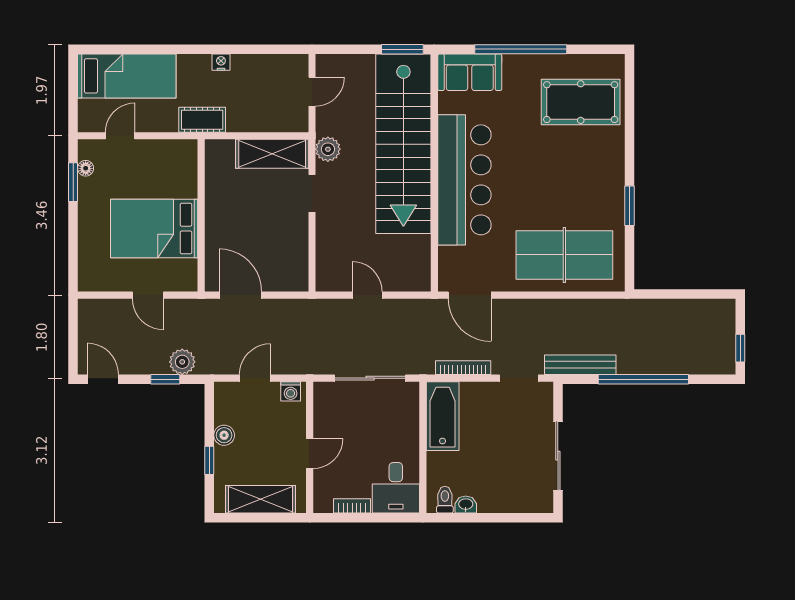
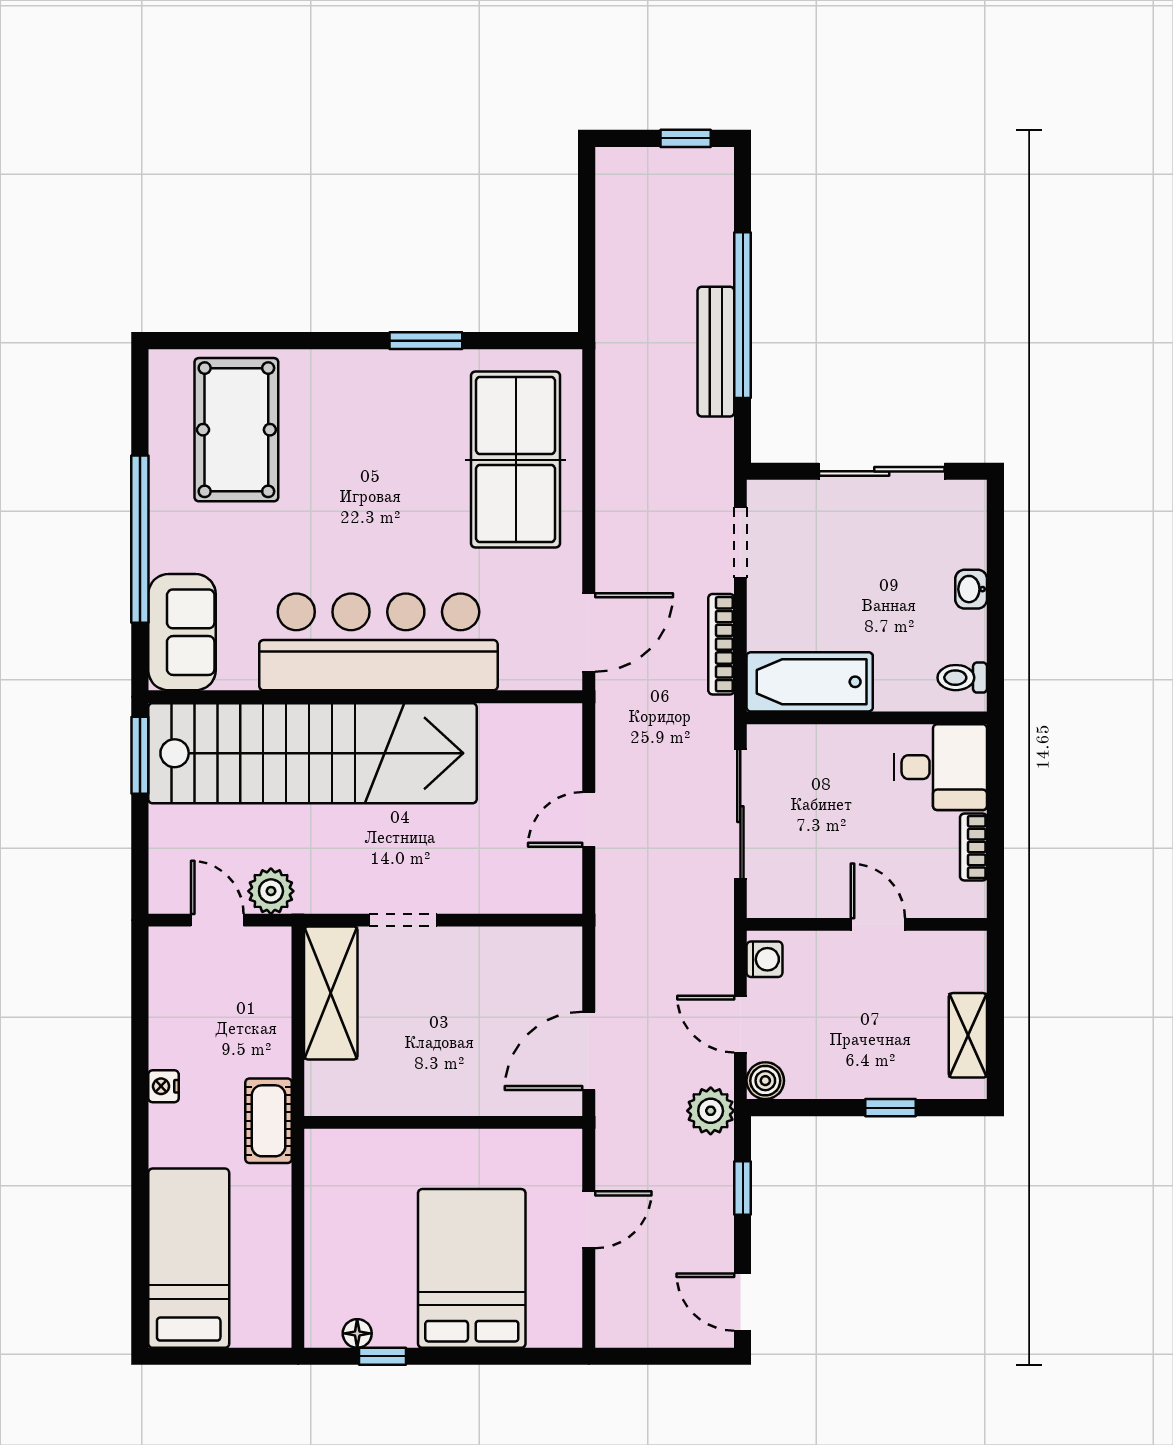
door: (120, 136) -> (298, 1270), removed
plant: (328, 149) -> (271, 891), moved
window: (73, 182) -> (382, 1356), width x0.67
bed: (154, 229) -> (472, 1268), moved, turned 180
plant: (182, 362) -> (711, 1111), moved
bench: (580, 365) -> (716, 352), moved
door: (103, 379) -> (743, 1302), hinge flipped
boiler: (224, 435) -> (765, 1081), moved
shelving: (260, 499) -> (968, 1035), width x0.67, depth x0.75
washbasin: (466, 505) -> (971, 589), moved

